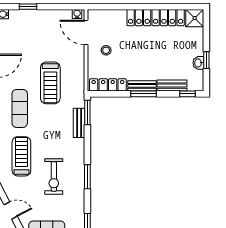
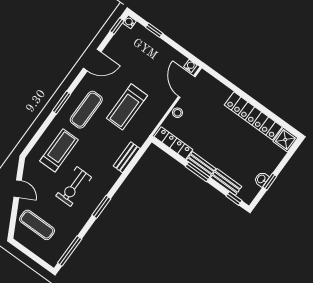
stool: (106, 50) -> (177, 113), moved
window: (87, 113) -> (140, 154), removed

